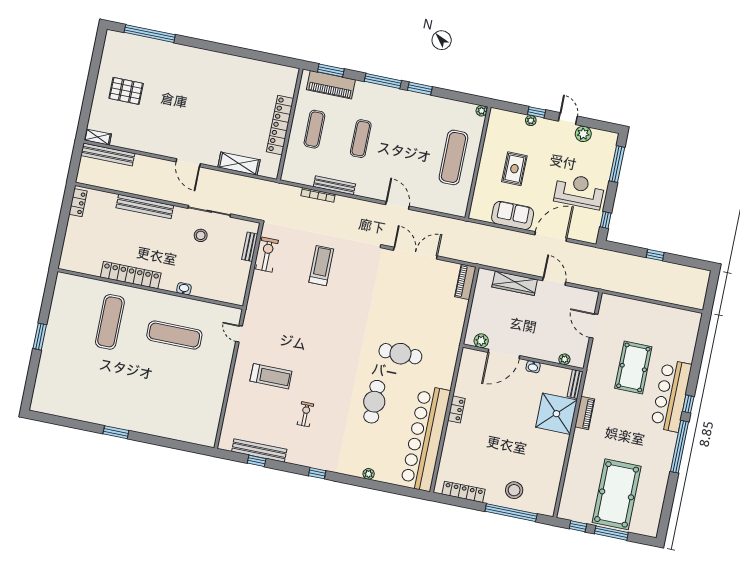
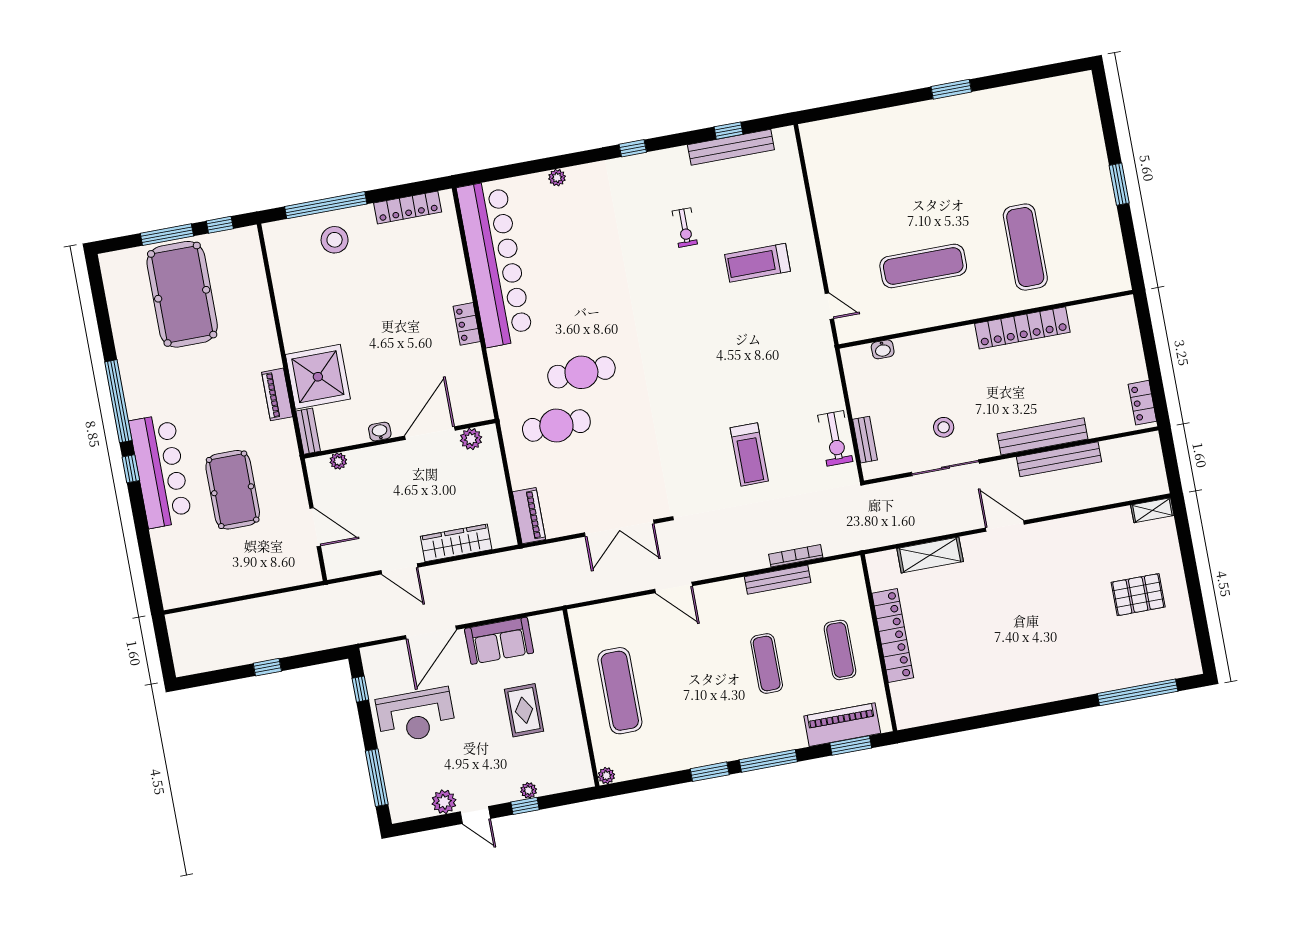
bench: (108, 154) -> (1059, 459), moved
washbasin: (184, 289) -> (883, 349), moved
cafe table: (374, 402) -> (556, 426), moved, turned 90

